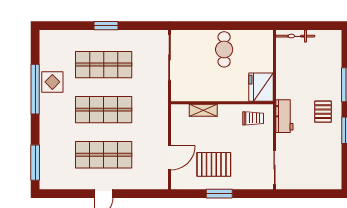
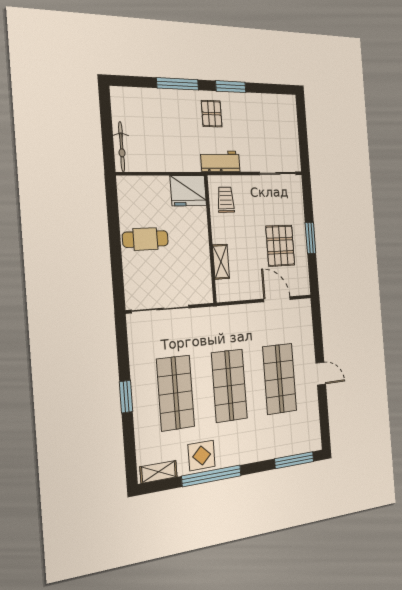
shelving: (46, 47) -> (159, 472), added
pallet: (323, 112) -> (212, 114), turned 90

